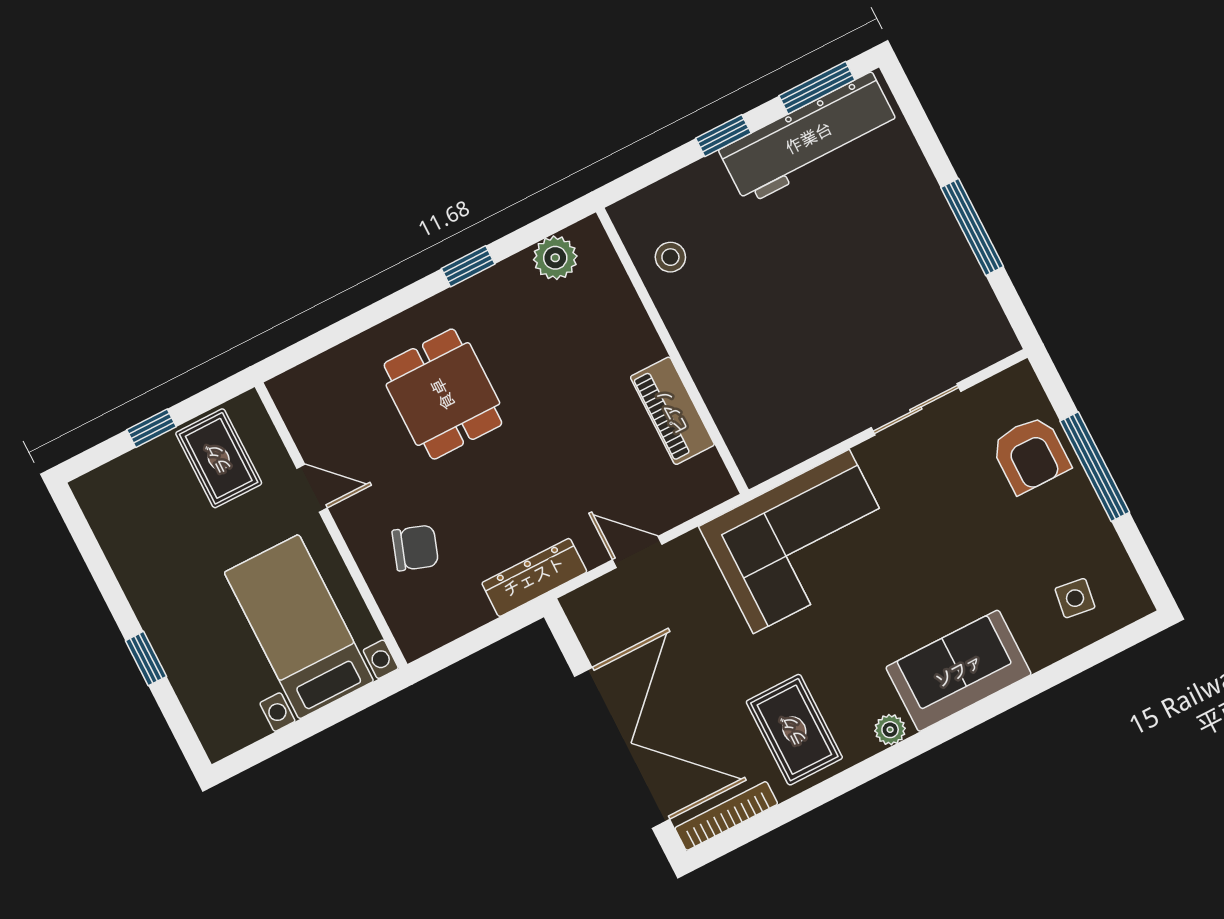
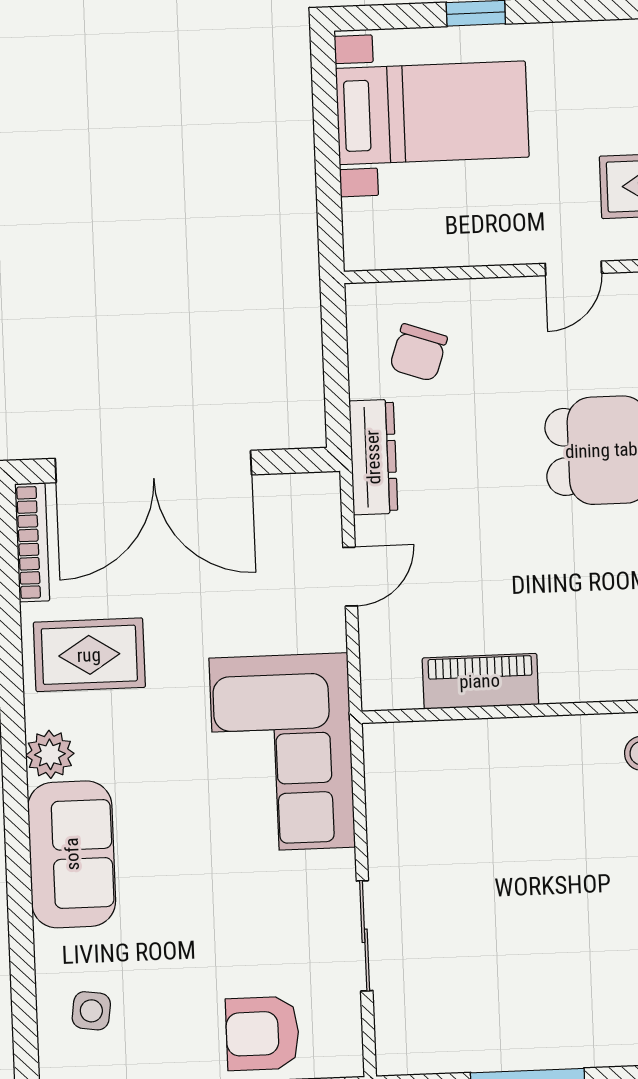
chair: (415, 548) -> (418, 353), moved
bed with nightstands: (299, 627) -> (432, 113), moved
plant: (890, 730) -> (50, 754), width x1.38, depth x1.38

